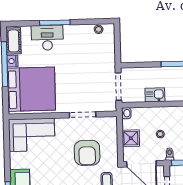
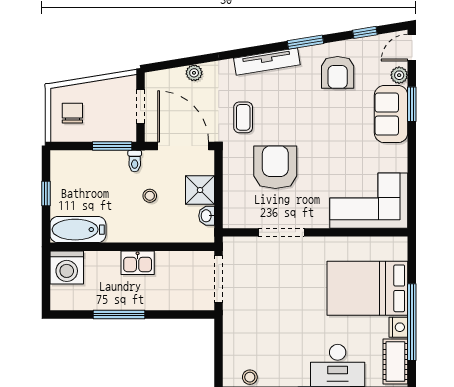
bed: (31, 89) -> (367, 288), width x0.73
kitchen sink: (155, 95) -> (138, 263), moved
washbasin: (126, 113) -> (207, 216), moved

